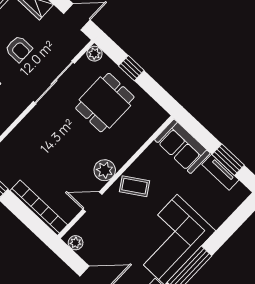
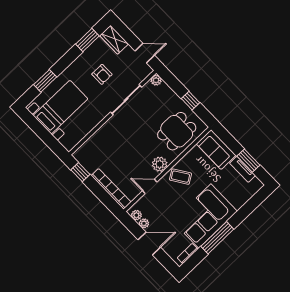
window: (131, 68) -> (191, 101), moved
dining table: (105, 103) -> (177, 131), moved
plant: (87, 254) -> (144, 223), added

